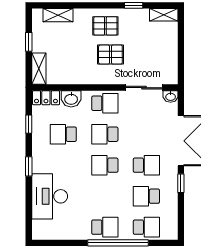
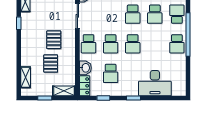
pallet: (105, 26) -> (51, 64), moved
school desk: (105, 103) -> (89, 44), turned 180
school desk: (146, 165) -> (133, 14), turned 180
school desk: (105, 227) -> (177, 44), turned 180

